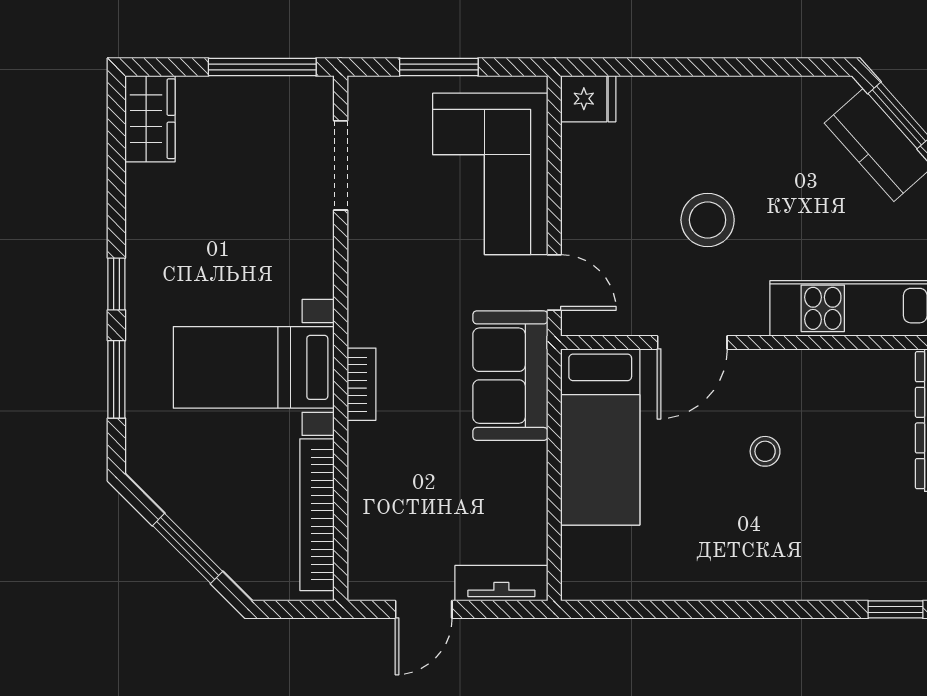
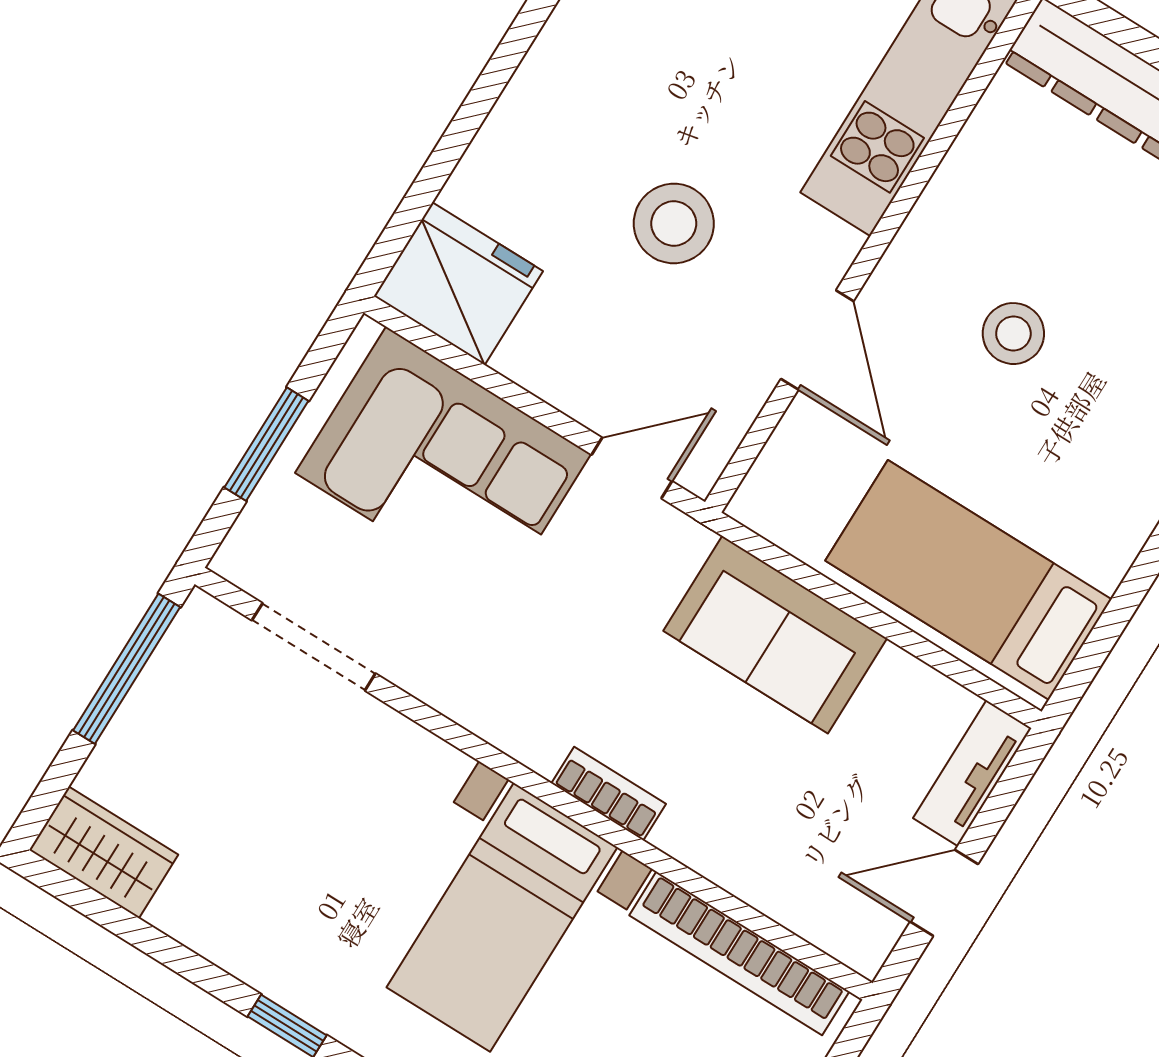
fridge: (588, 99) -> (458, 284), width x1.88, depth x1.34
sofa: (510, 376) -> (775, 635), moved
bed: (600, 437) -> (968, 580), moved, turned 180
stool: (765, 451) -> (1013, 334), width x1.37, depth x1.37
door: (424, 609) -> (944, 893), swing flipped

